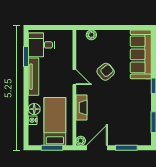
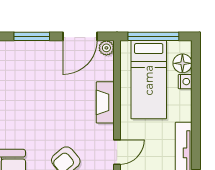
door: (74, 77) -> (117, 152), swing flipped
floor lamp: (34, 109) -> (182, 63), moved
window: (52, 148) -> (153, 36), width x1.44

